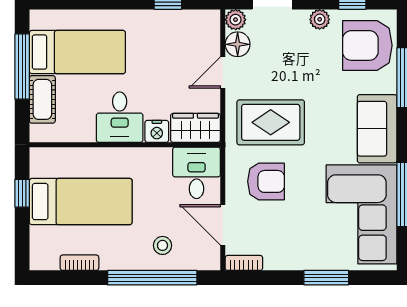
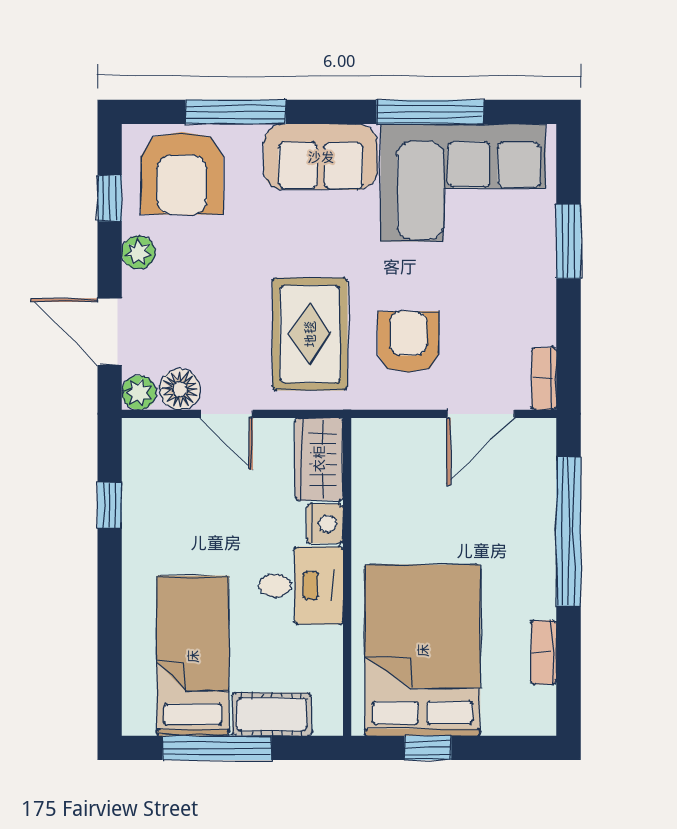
desk: (197, 173) -> (394, 458), removed
bed: (81, 202) -> (423, 650), width x1.50
stool: (162, 245) -> (515, 514), removed

